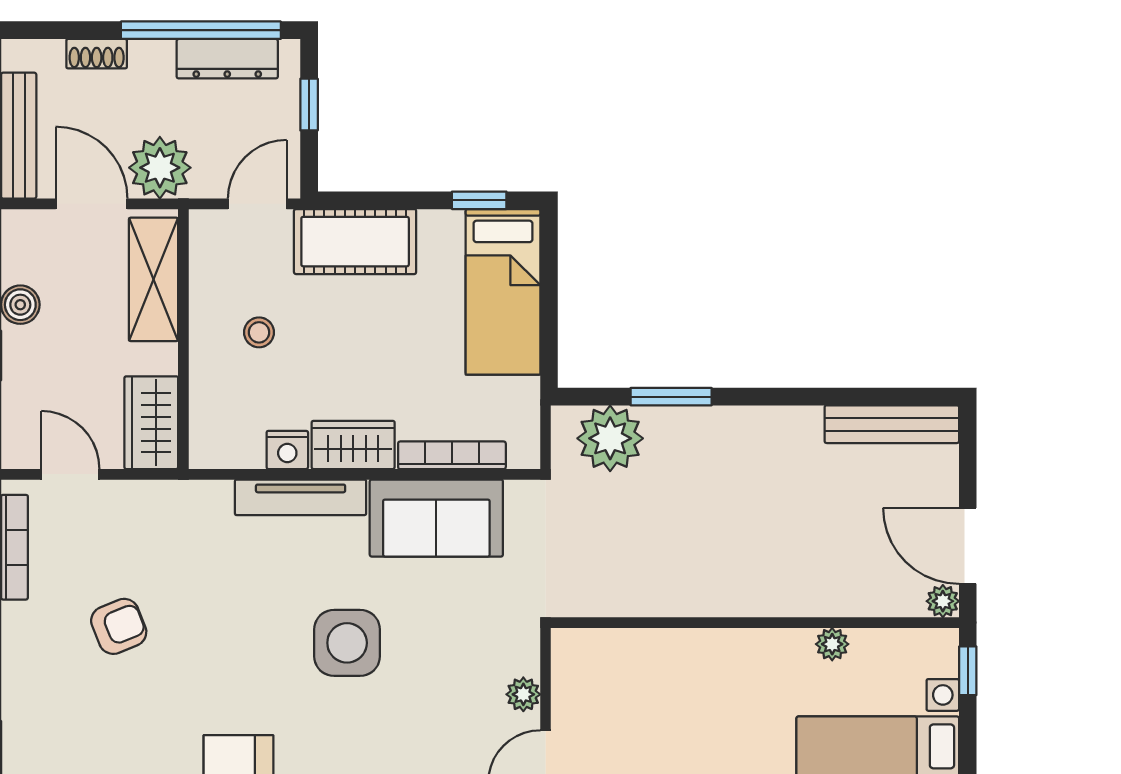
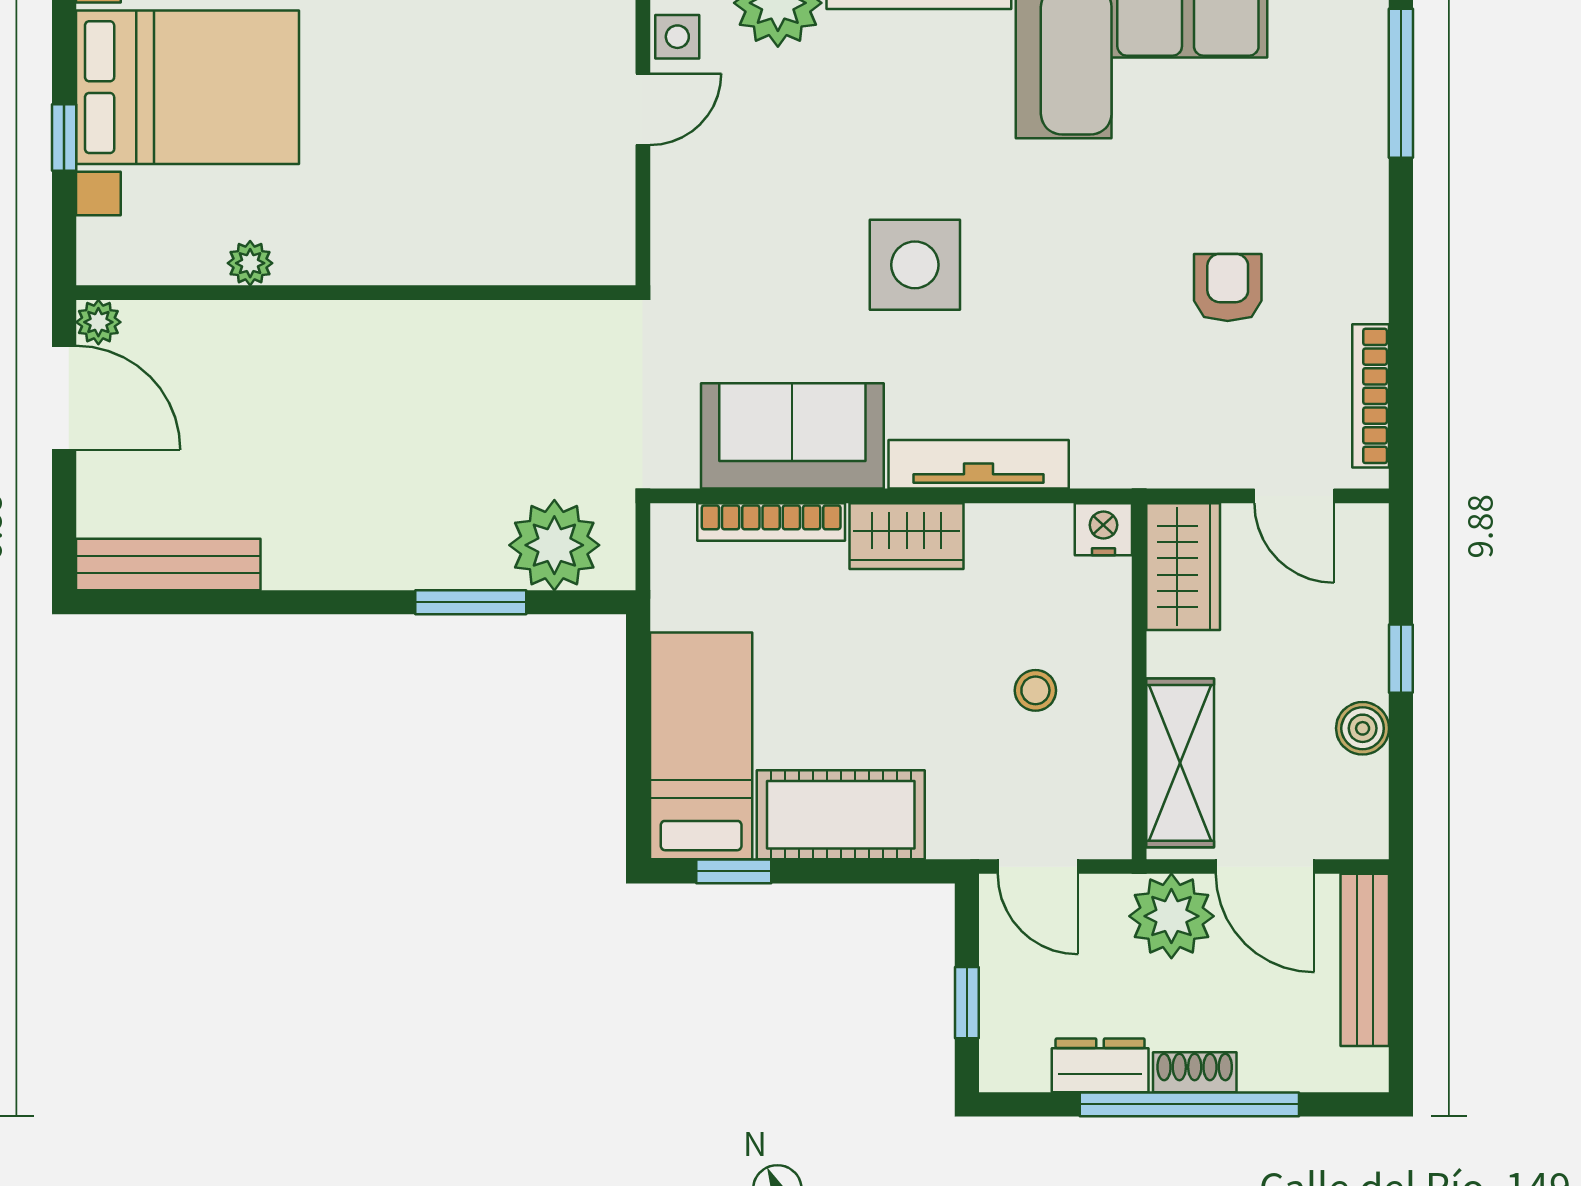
window: (201, 30) -> (1189, 1104), moved
shoe rack: (97, 54) -> (1195, 1072), moved
dresser: (227, 59) -> (1100, 1065), width x0.70
door: (257, 204) -> (1038, 867), hinge flipped
cot: (355, 242) -> (841, 815), moved
nightstand: (287, 450) -> (1103, 529), moved
armchair: (119, 626) -> (1228, 287), turned 112
window: (968, 671) -> (64, 137), moved
plant: (523, 694) -> (673, 194), removed

